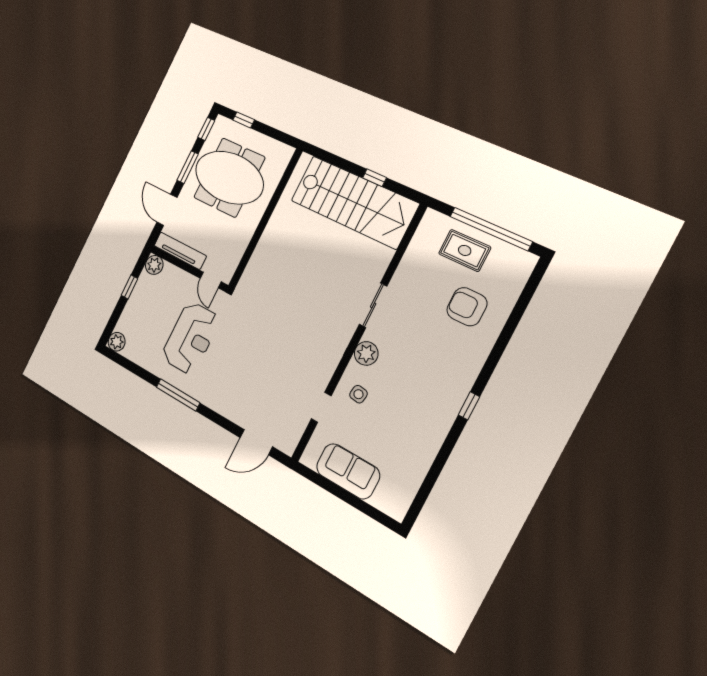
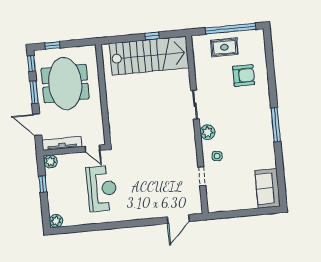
meeting table: (229, 178) -> (65, 84), turned 90
armchair: (467, 307) -> (244, 75), turned 180
window: (178, 395) -> (115, 225), removed
window: (469, 406) -> (276, 125), width x2.17
sofa: (348, 471) -> (268, 188), moved, turned -90

